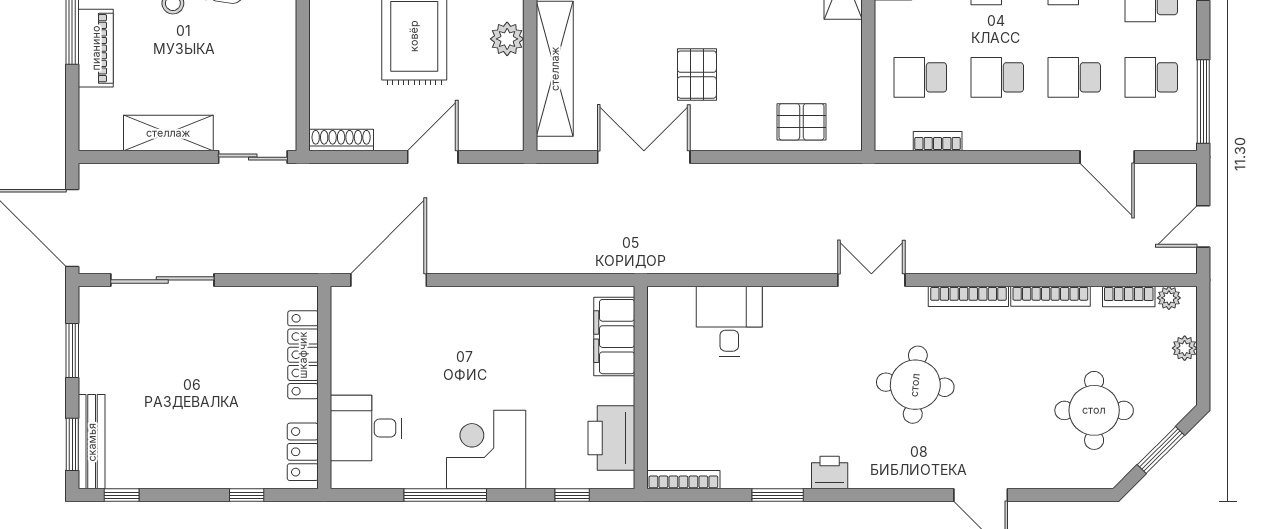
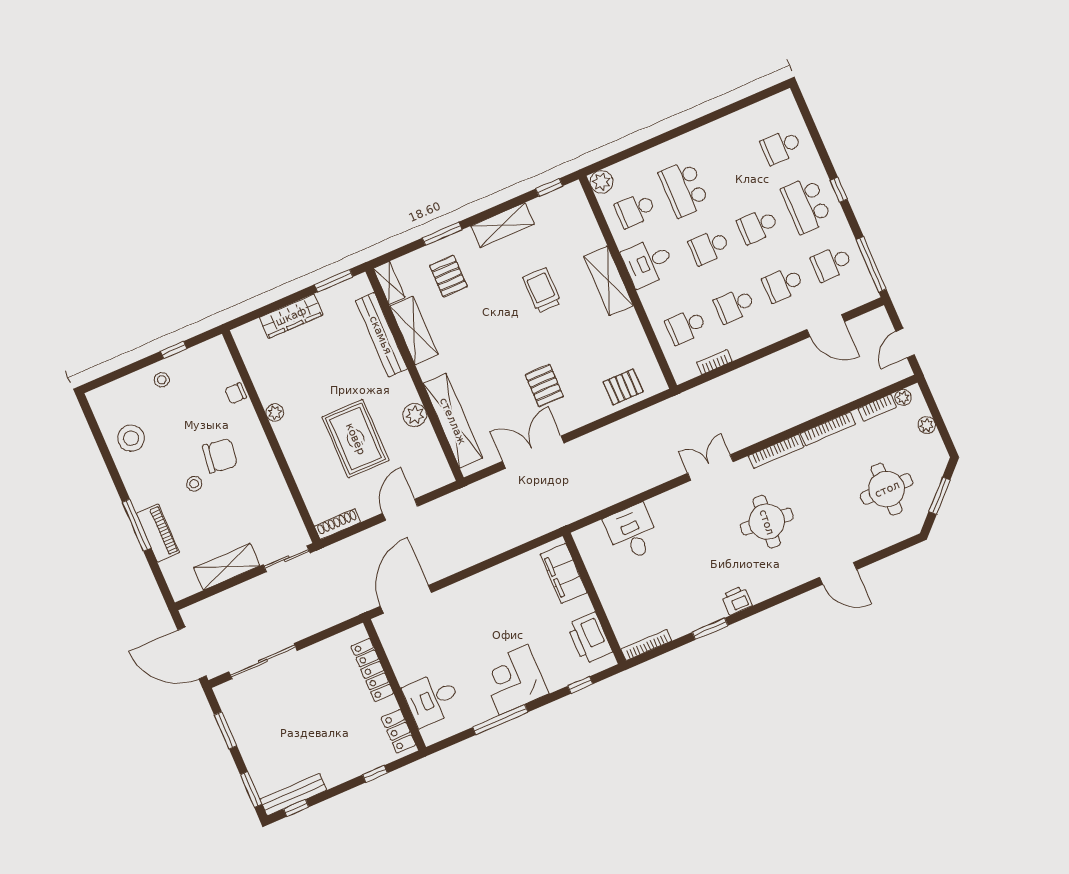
bench: (92, 442) -> (293, 795), moved, turned 90

